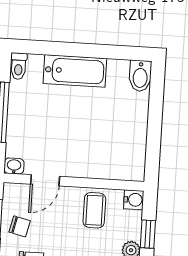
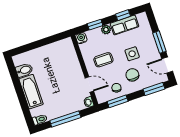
bidet: (140, 76) -> (24, 70), moved
coffee table: (94, 210) -> (103, 60), moved

